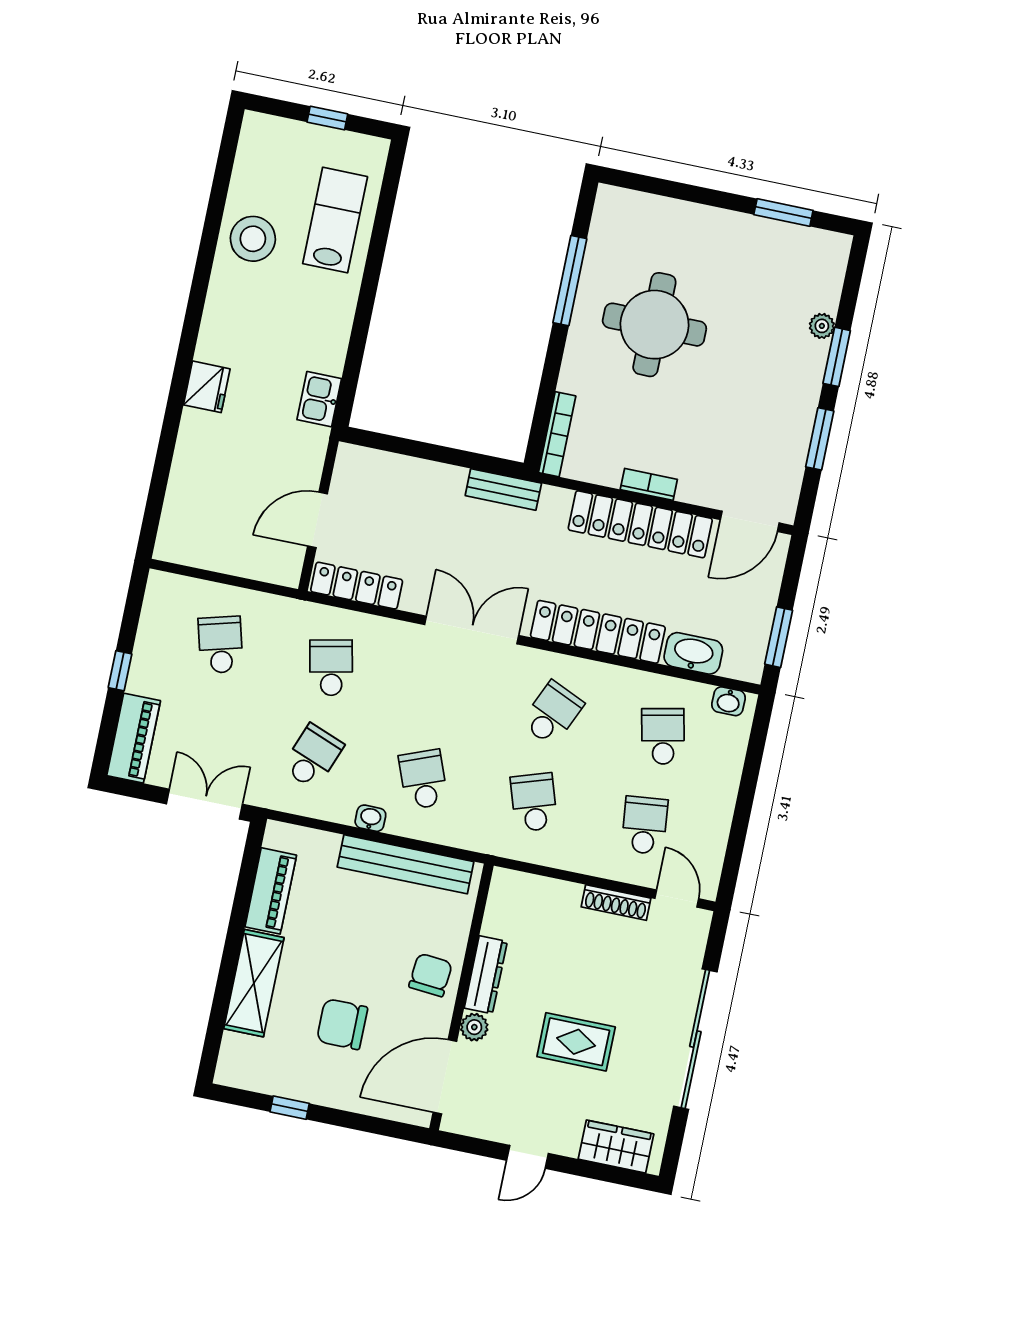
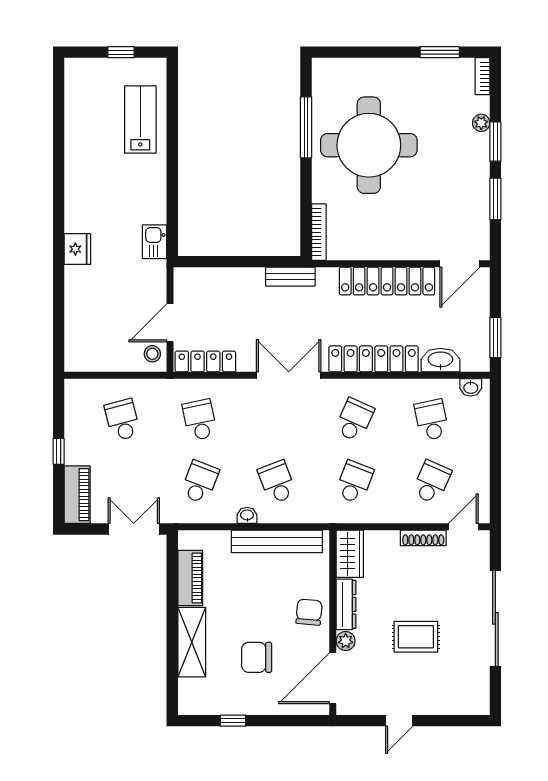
stool: (253, 239) -> (152, 354), moved, width x0.53, depth x0.53
round table: (654, 325) -> (369, 145), width x1.36, depth x1.36
bookcase: (649, 484) -> (482, 76), moved, turned -90
school desk: (534, 802) -> (354, 482), turned 39
school desk: (645, 825) -> (432, 482), turned 30
door: (677, 899) -> (463, 527), hinge flipped
wardrobe: (616, 1147) -> (350, 554), moved, turned 90

